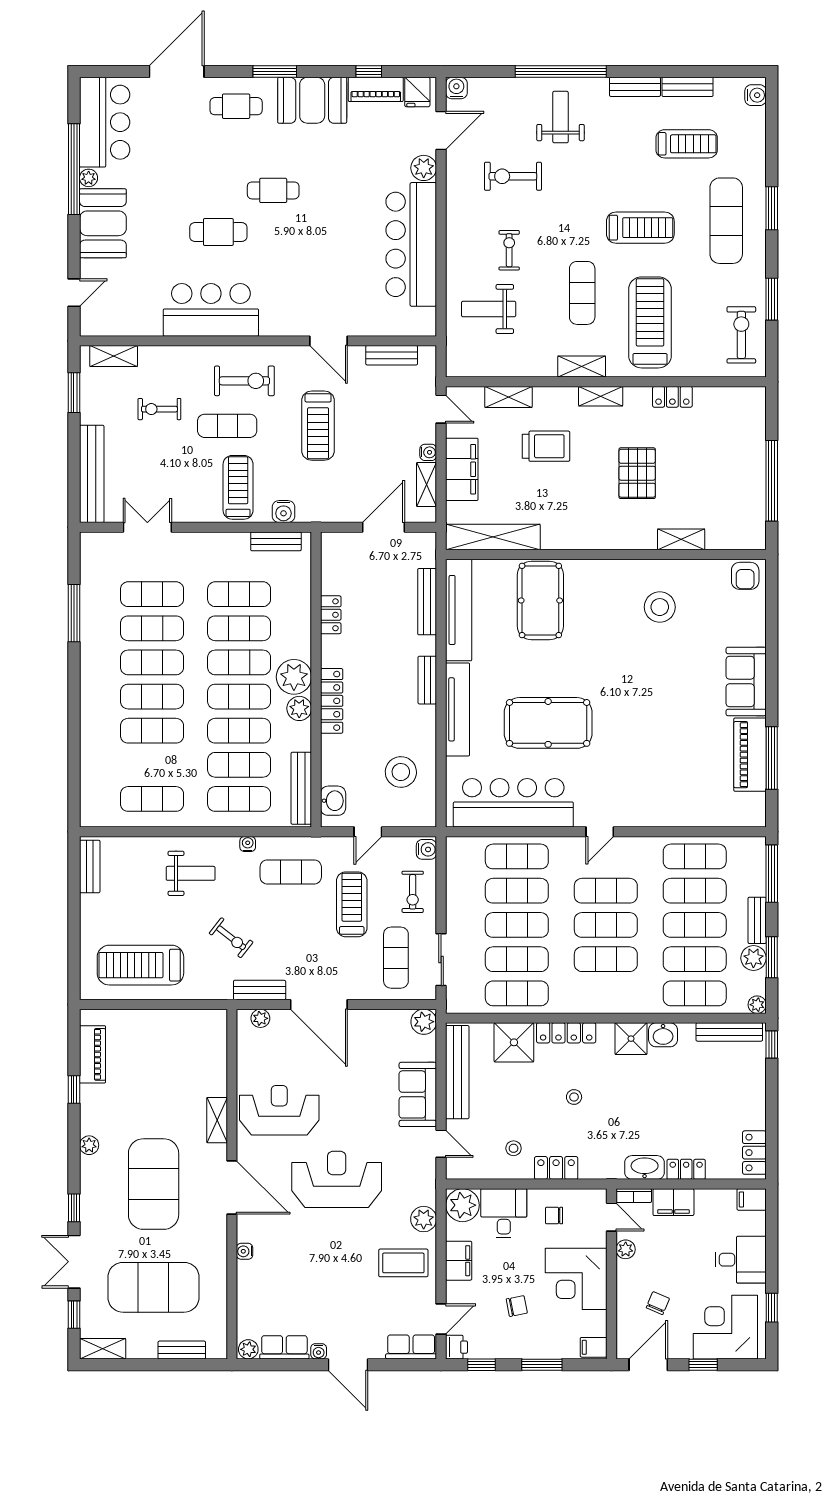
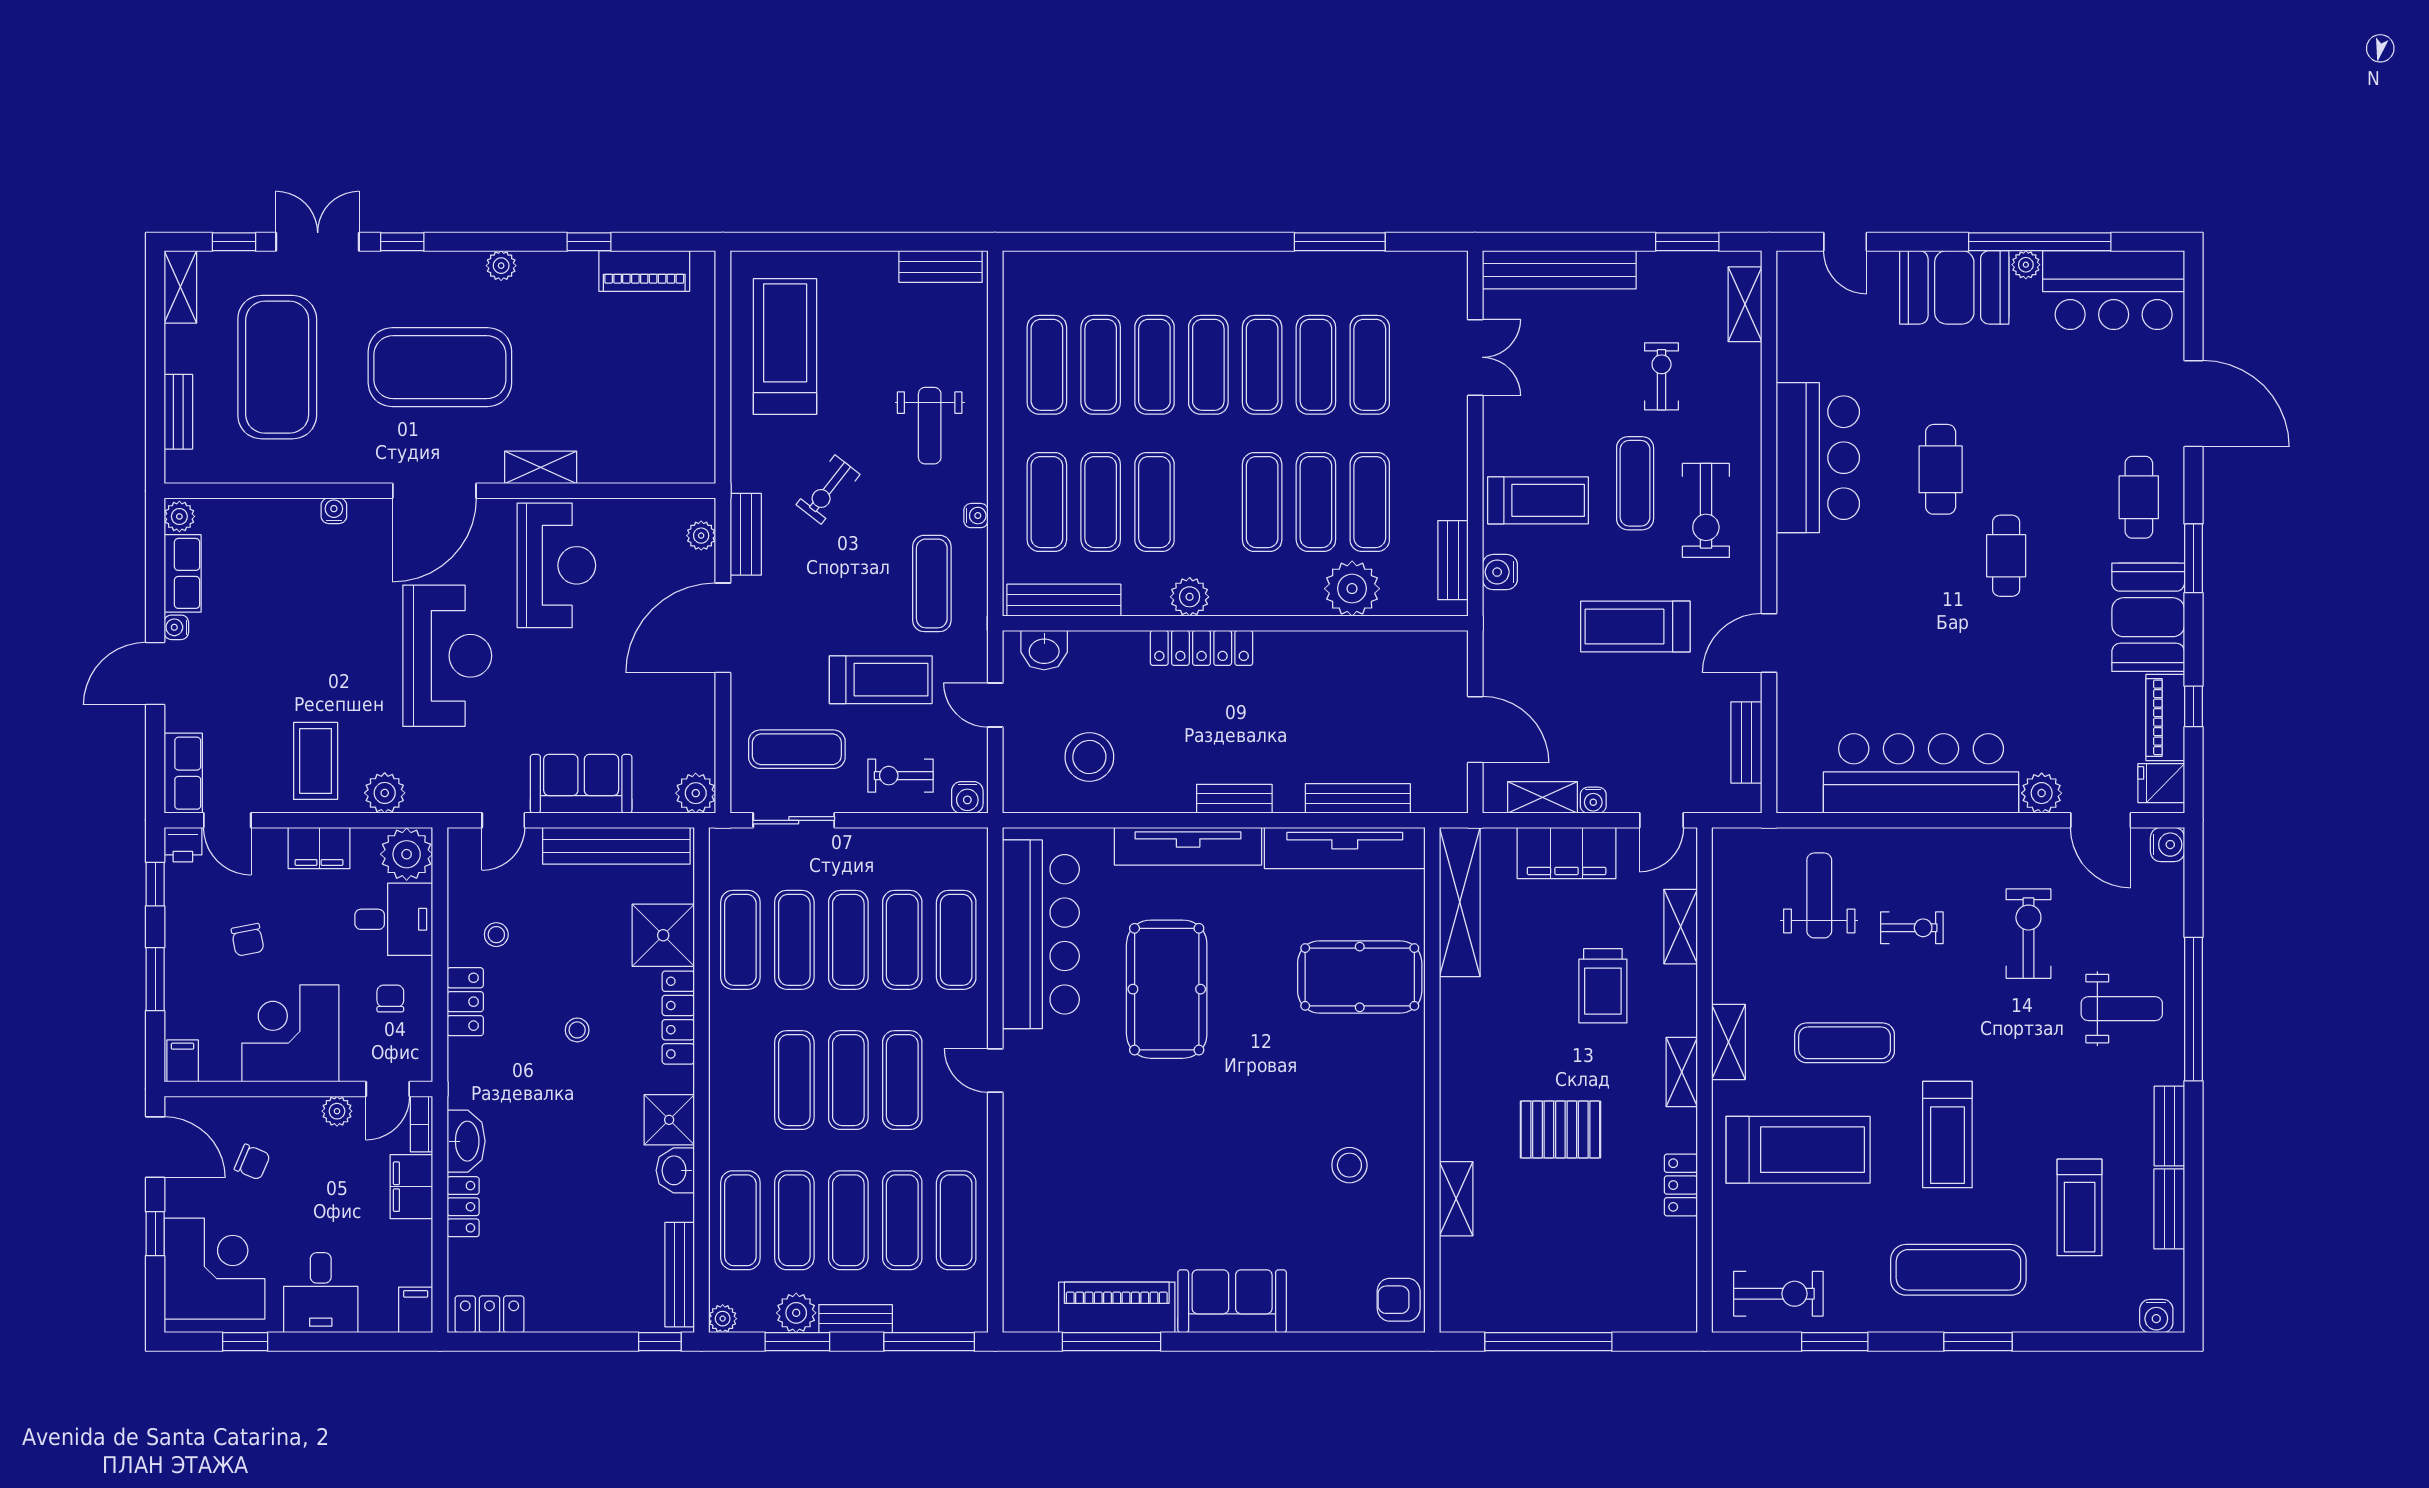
stool: (660, 607) -> (1349, 1165), width x0.73, depth x0.73
locker: (331, 615) -> (1337, 646), removed
plant: (294, 677) -> (1352, 589), moved
exercise mat: (239, 697) -> (1101, 365), moved

